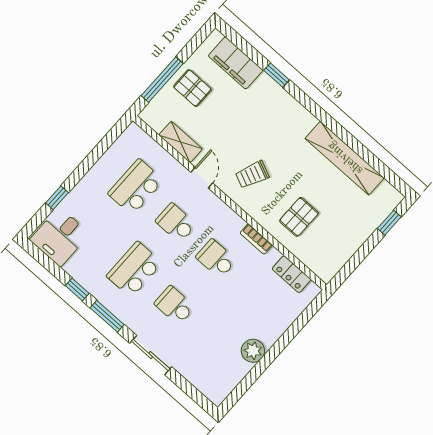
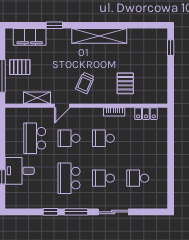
shelving: (345, 158) -> (99, 36), moved
door: (202, 178) -> (62, 106), swing flipped
desk: (60, 237) -> (20, 171), moved, turned 90
school desk: (215, 341) -> (138, 178), added
plant: (253, 351) -> (160, 167), removed

